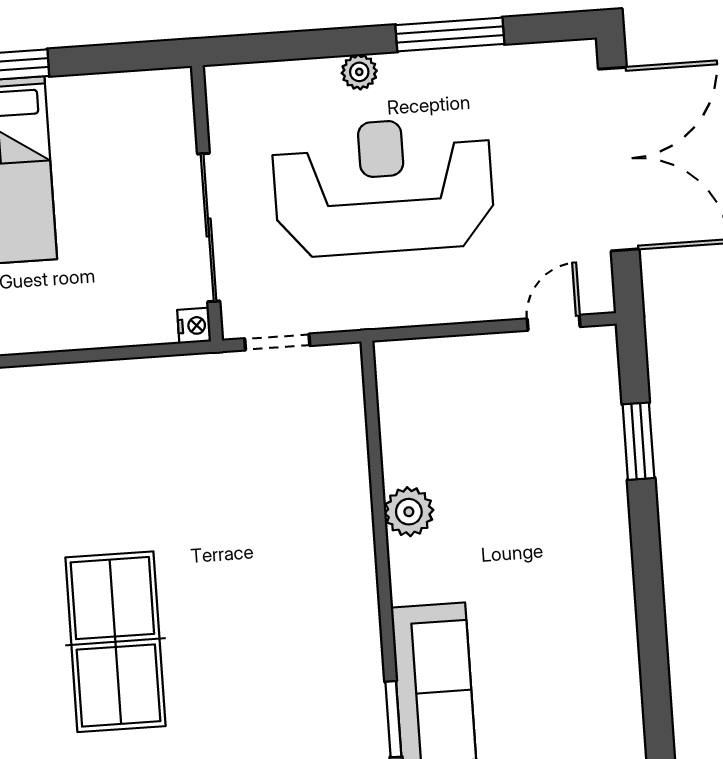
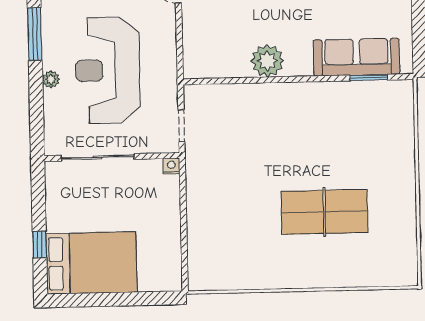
sliding door: (209, 227) -> (98, 157), moved
plant: (409, 512) -> (267, 61), width x1.36, depth x1.36

